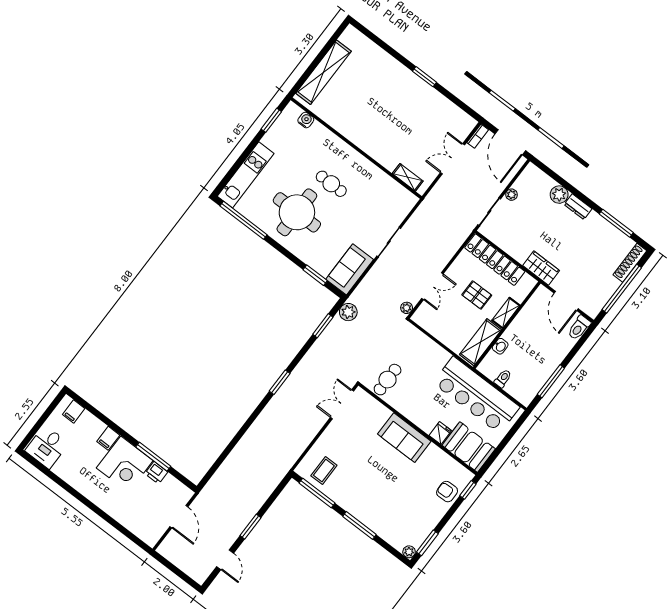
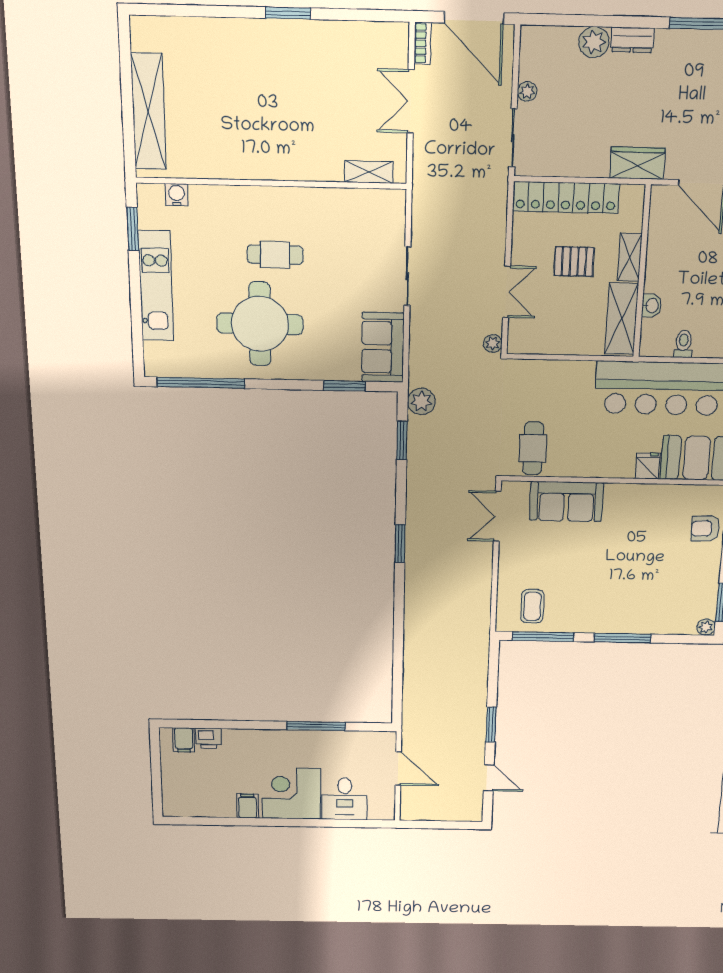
kitchen unit: (246, 175) -> (156, 286), moved
filing cabinet: (108, 438) -> (247, 806), moved, turned 180
sofa: (404, 438) -> (566, 502), moved
desk: (47, 447) -> (345, 799), moved
corner desk: (125, 464) -> (291, 793), moved, turned 180
printer: (156, 473) -> (208, 738), moved

